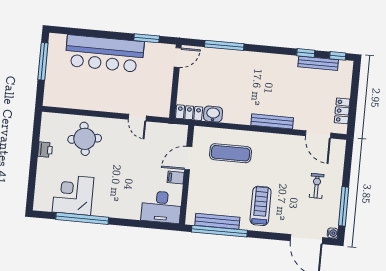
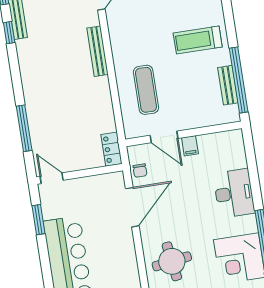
washbasin: (213, 114) -> (106, 121), removed
door: (137, 118) -> (132, 207), width x1.88
chair: (166, 131) -> (140, 171), added
desk: (161, 207) -> (234, 193), moved
bench: (217, 221) -> (228, 85), width x0.73

